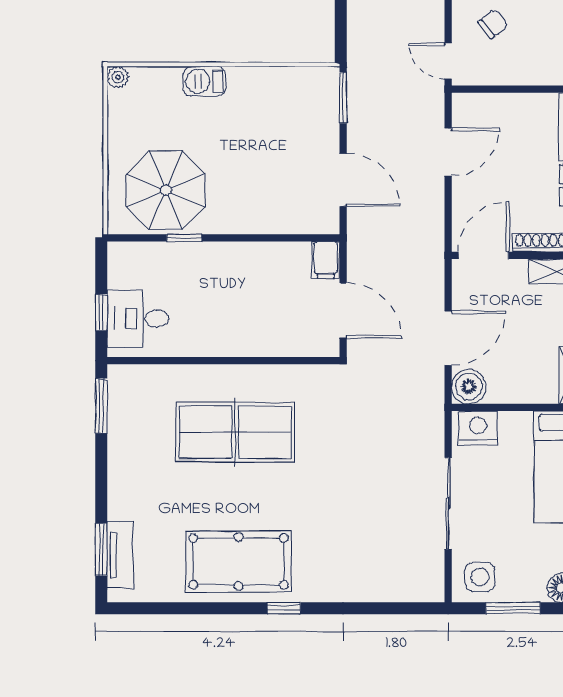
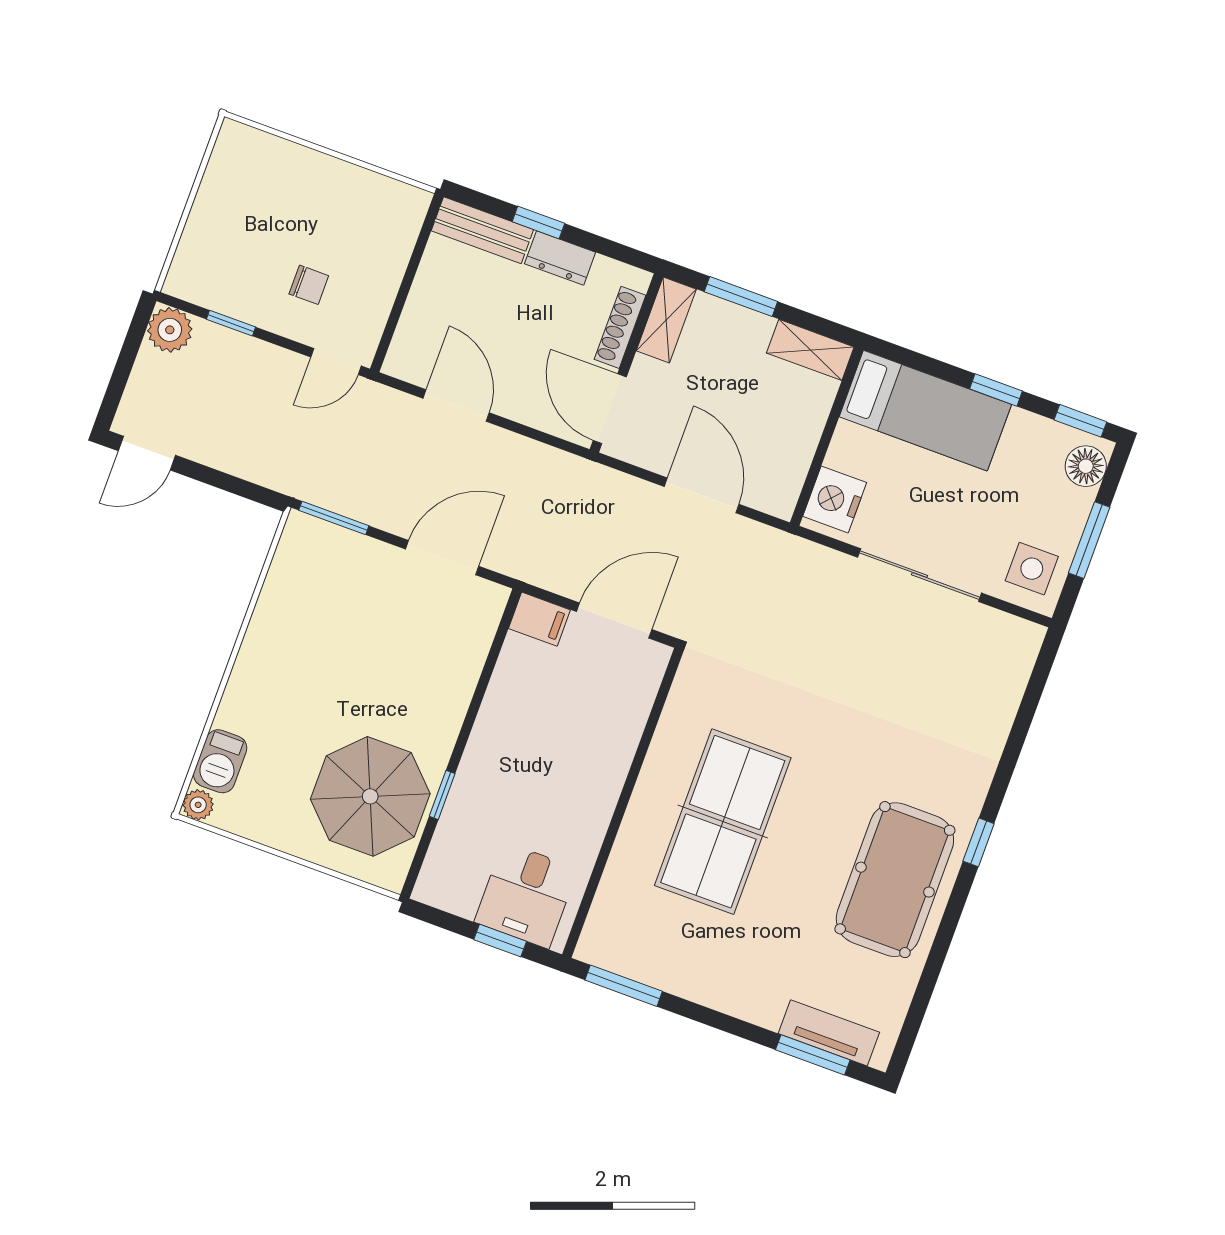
chair: (493, 24) -> (309, 285), turned 129
barbecue: (204, 81) -> (220, 761), moved
boiler: (469, 387) -> (776, 491), removed

